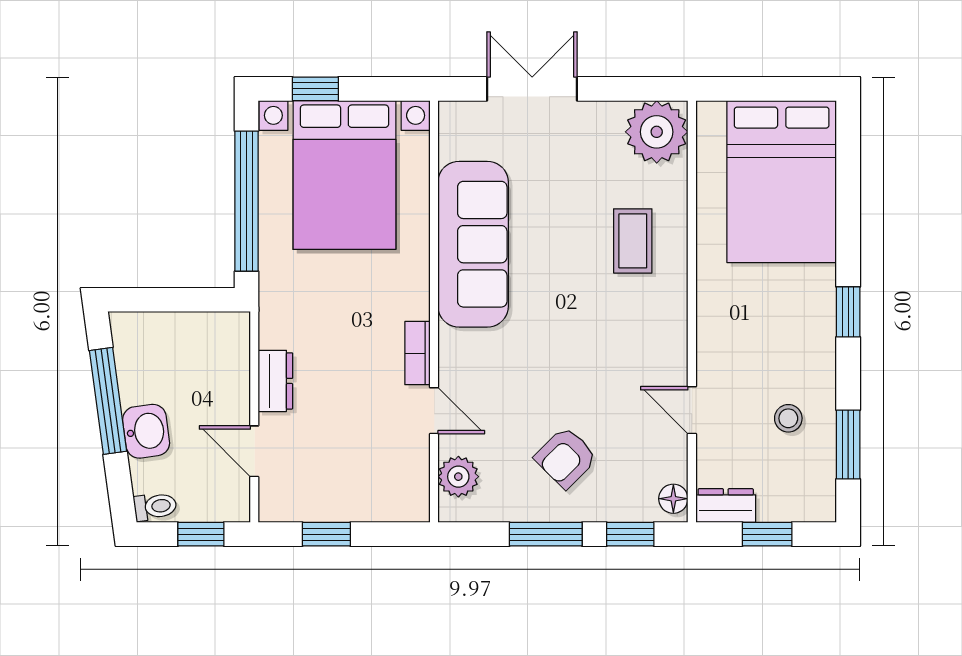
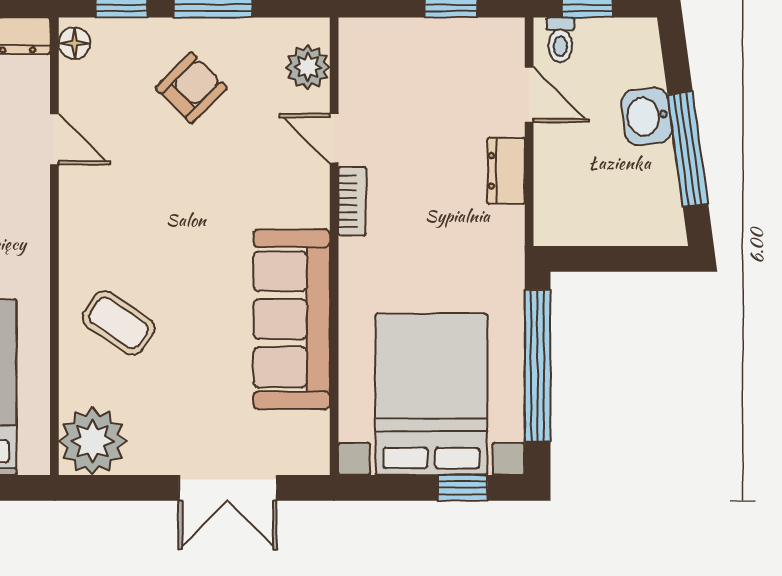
coffee table: (633, 241) -> (119, 323), turned -56
toilet: (155, 506) -> (560, 40), moved, turned -82

